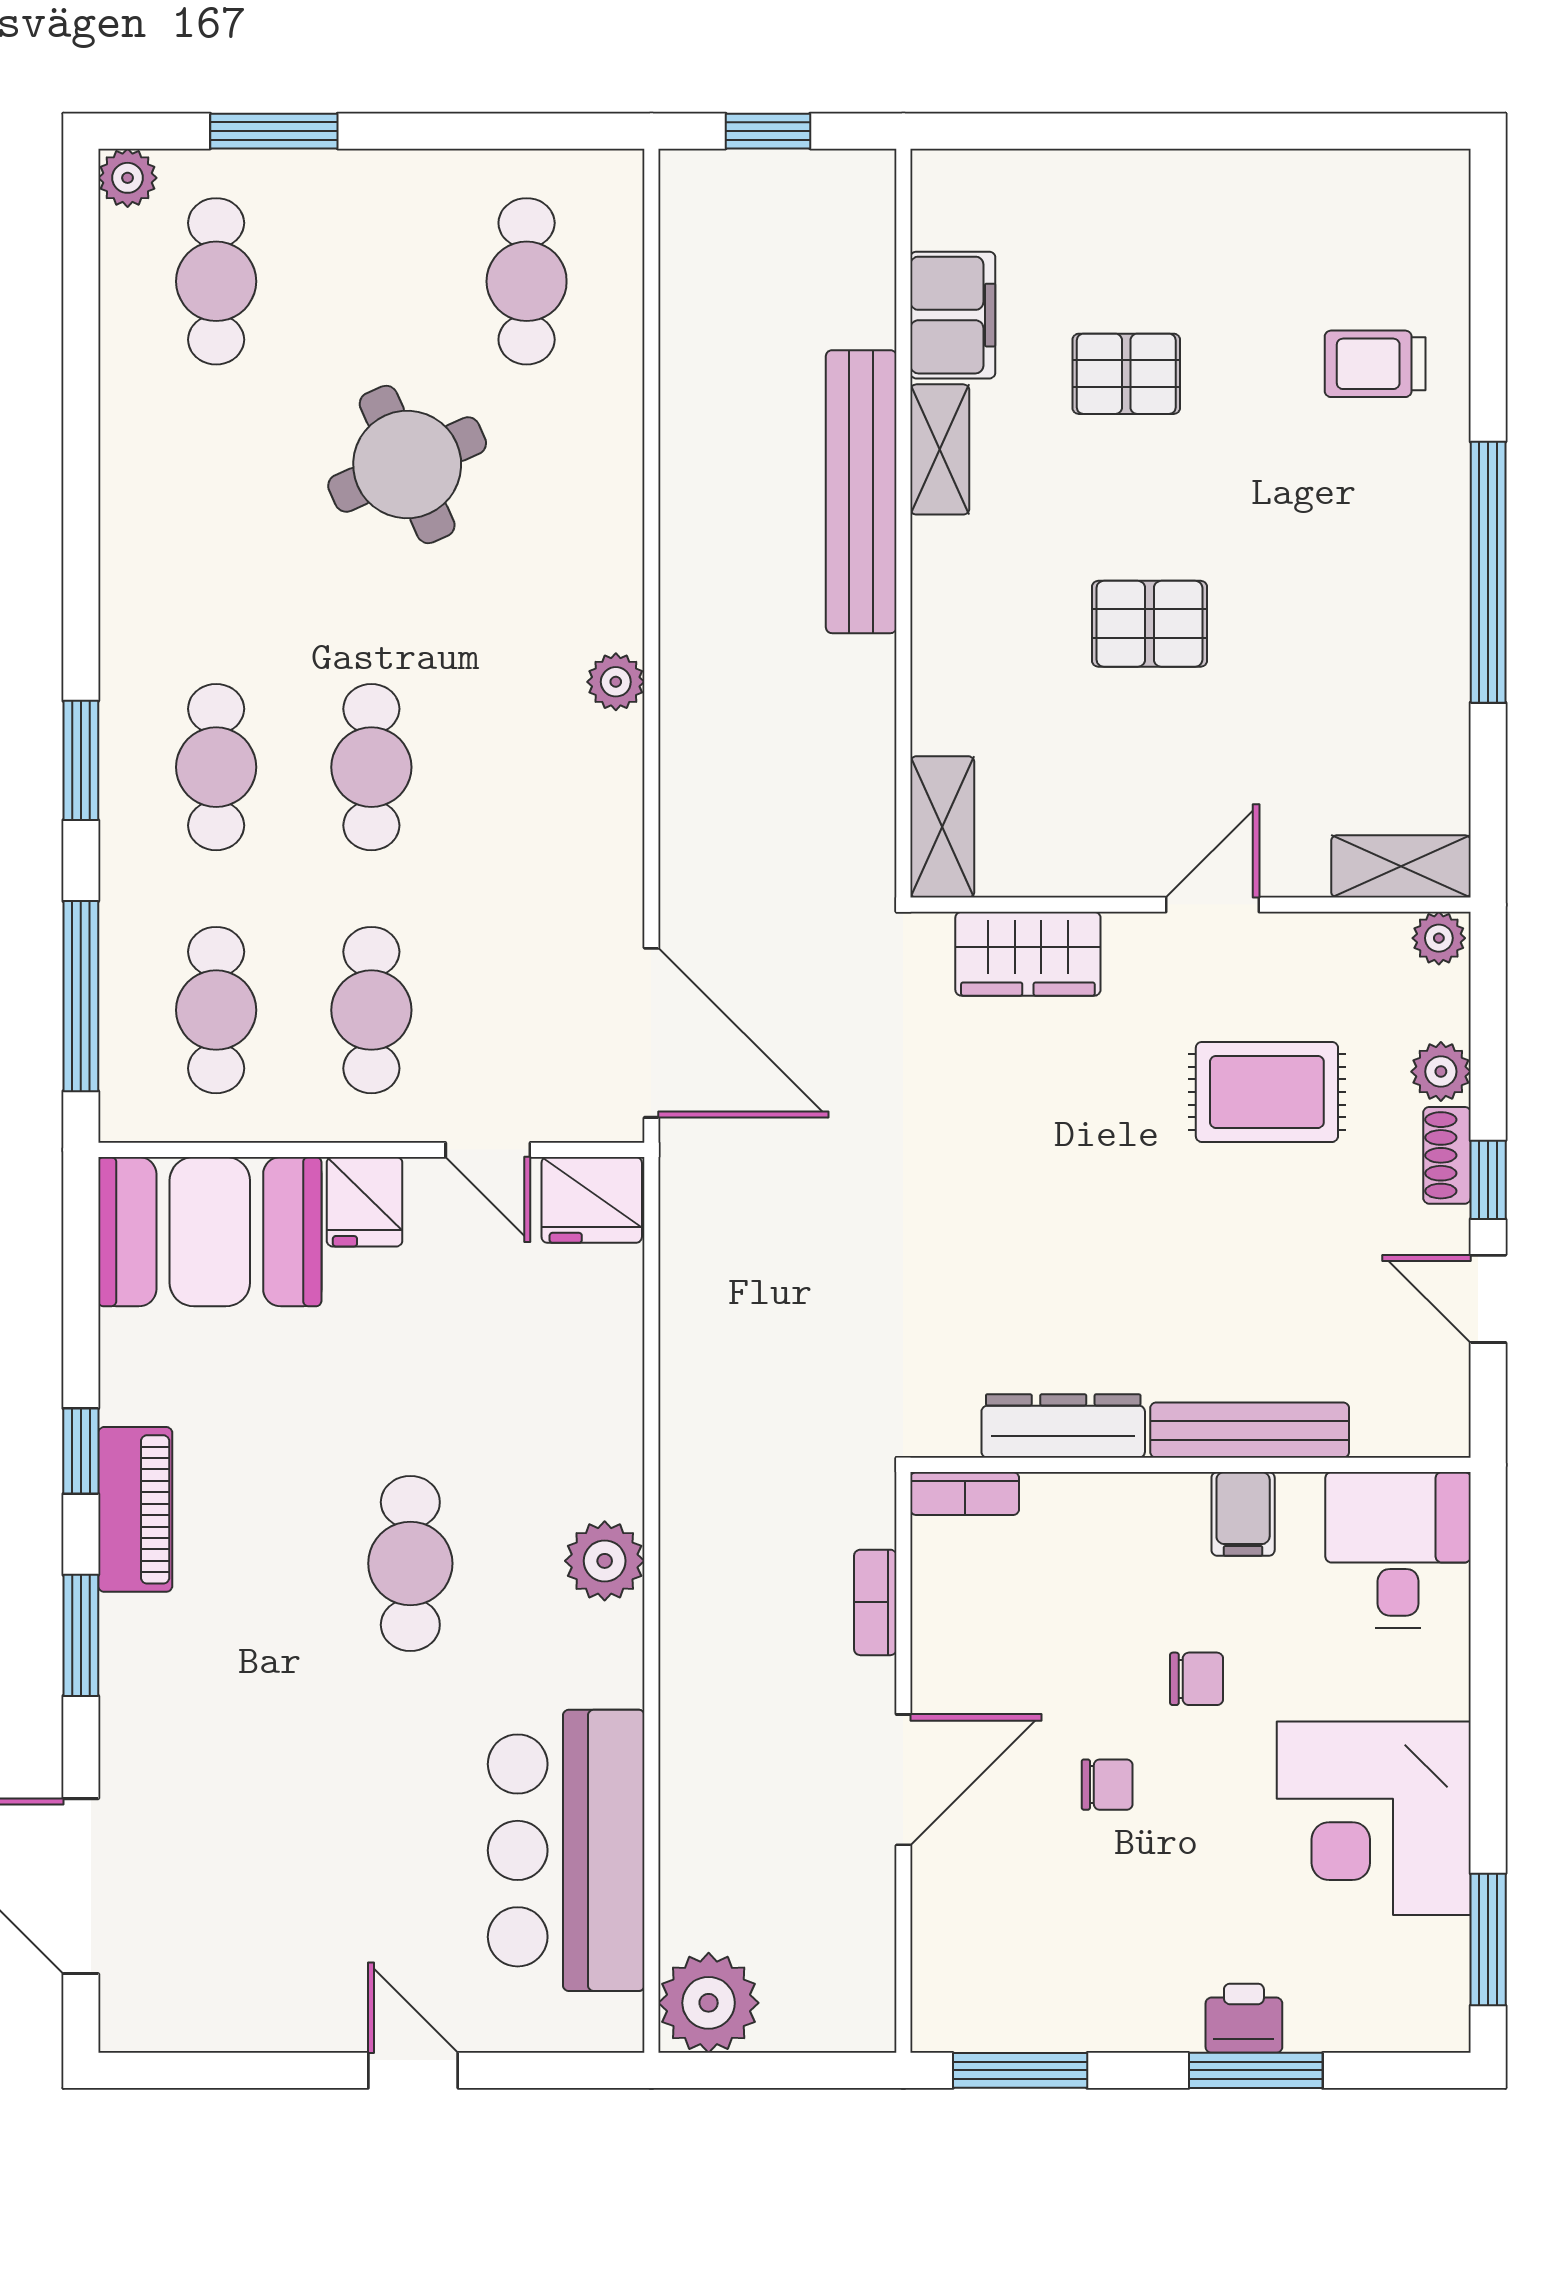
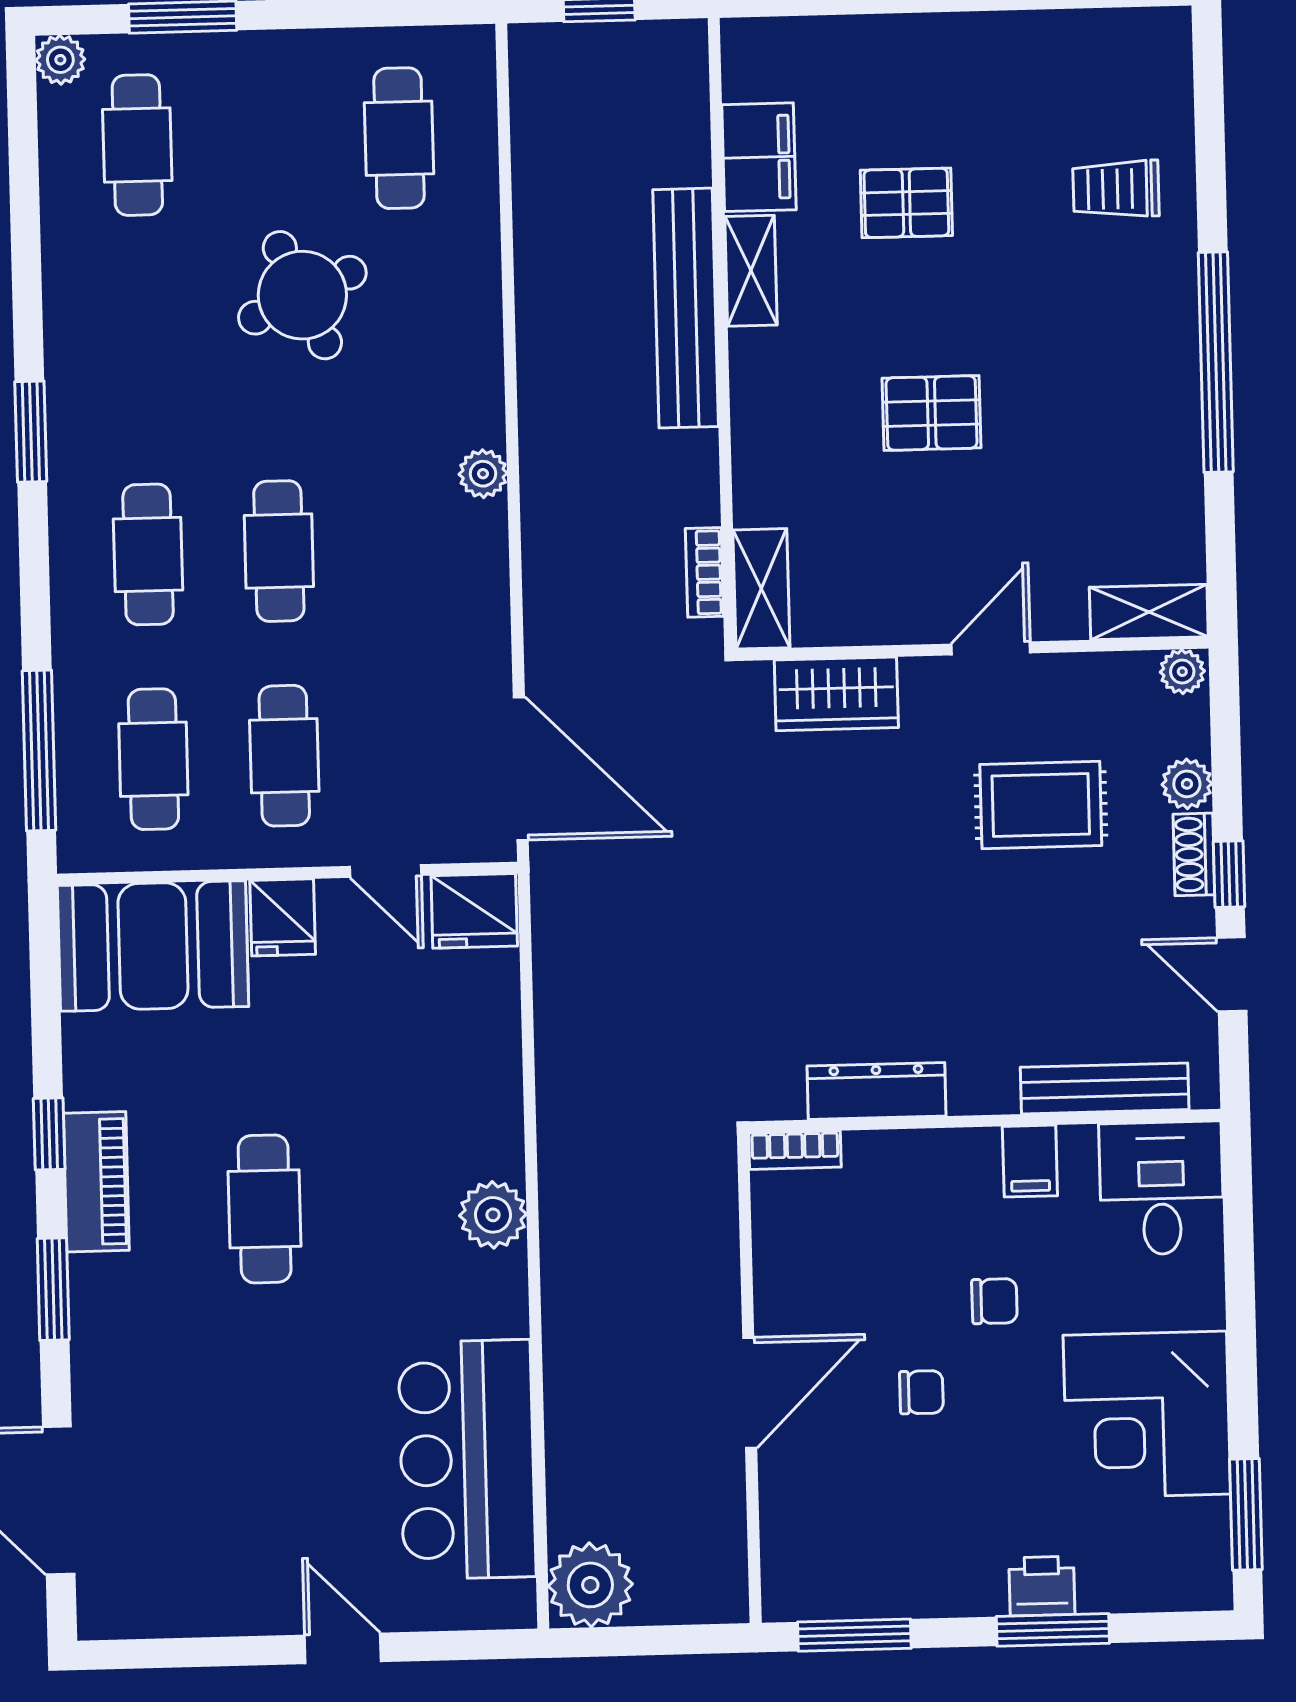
window: (81, 760) -> (31, 432), moved
bench: (1250, 1430) -> (1105, 1088), moved
cafe table: (410, 1563) -> (265, 1209), moved
bookcase: (875, 1602) -> (704, 572), moved

